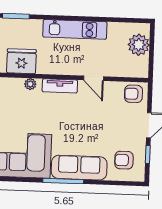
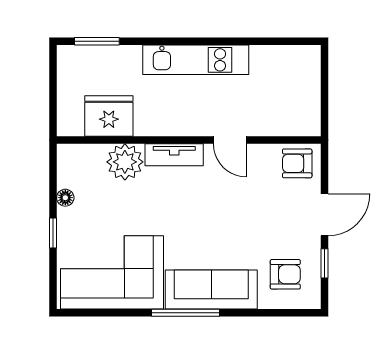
plant: (139, 45) -> (303, 81), removed
plant: (30, 84) -> (125, 162), width x1.87, depth x1.87
armchair: (124, 160) -> (285, 274), turned 180

